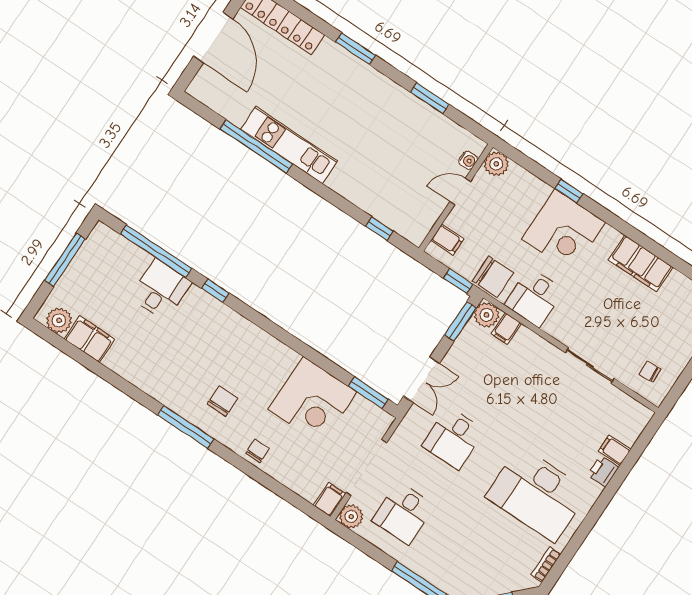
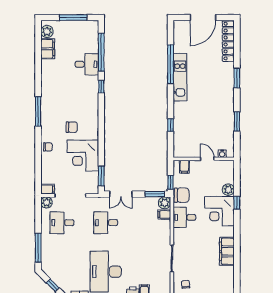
plant: (496, 164) -> (228, 190), moved
window: (379, 229) -> (171, 125), moved
chair: (493, 277) -> (182, 195), turned -90
chair: (223, 401) -> (72, 127), moved

